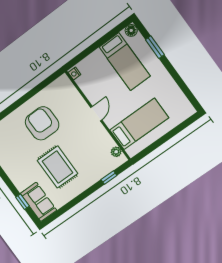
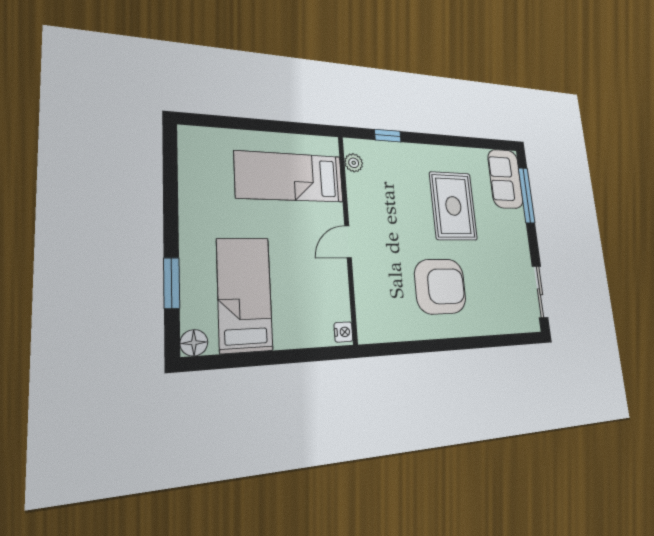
armchair: (42, 123) -> (440, 286), turned -90
window: (22, 202) -> (527, 195), width x2.17

